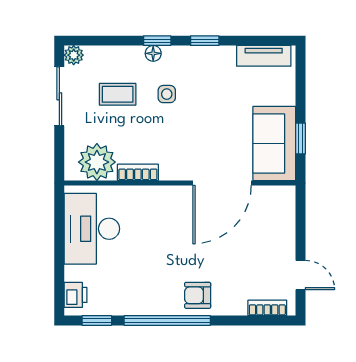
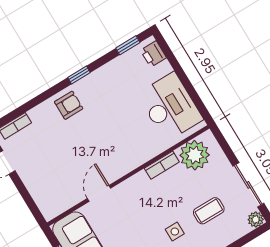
door: (222, 183) -> (99, 193), width x0.53
window: (167, 321) -> (79, 75), width x0.32

